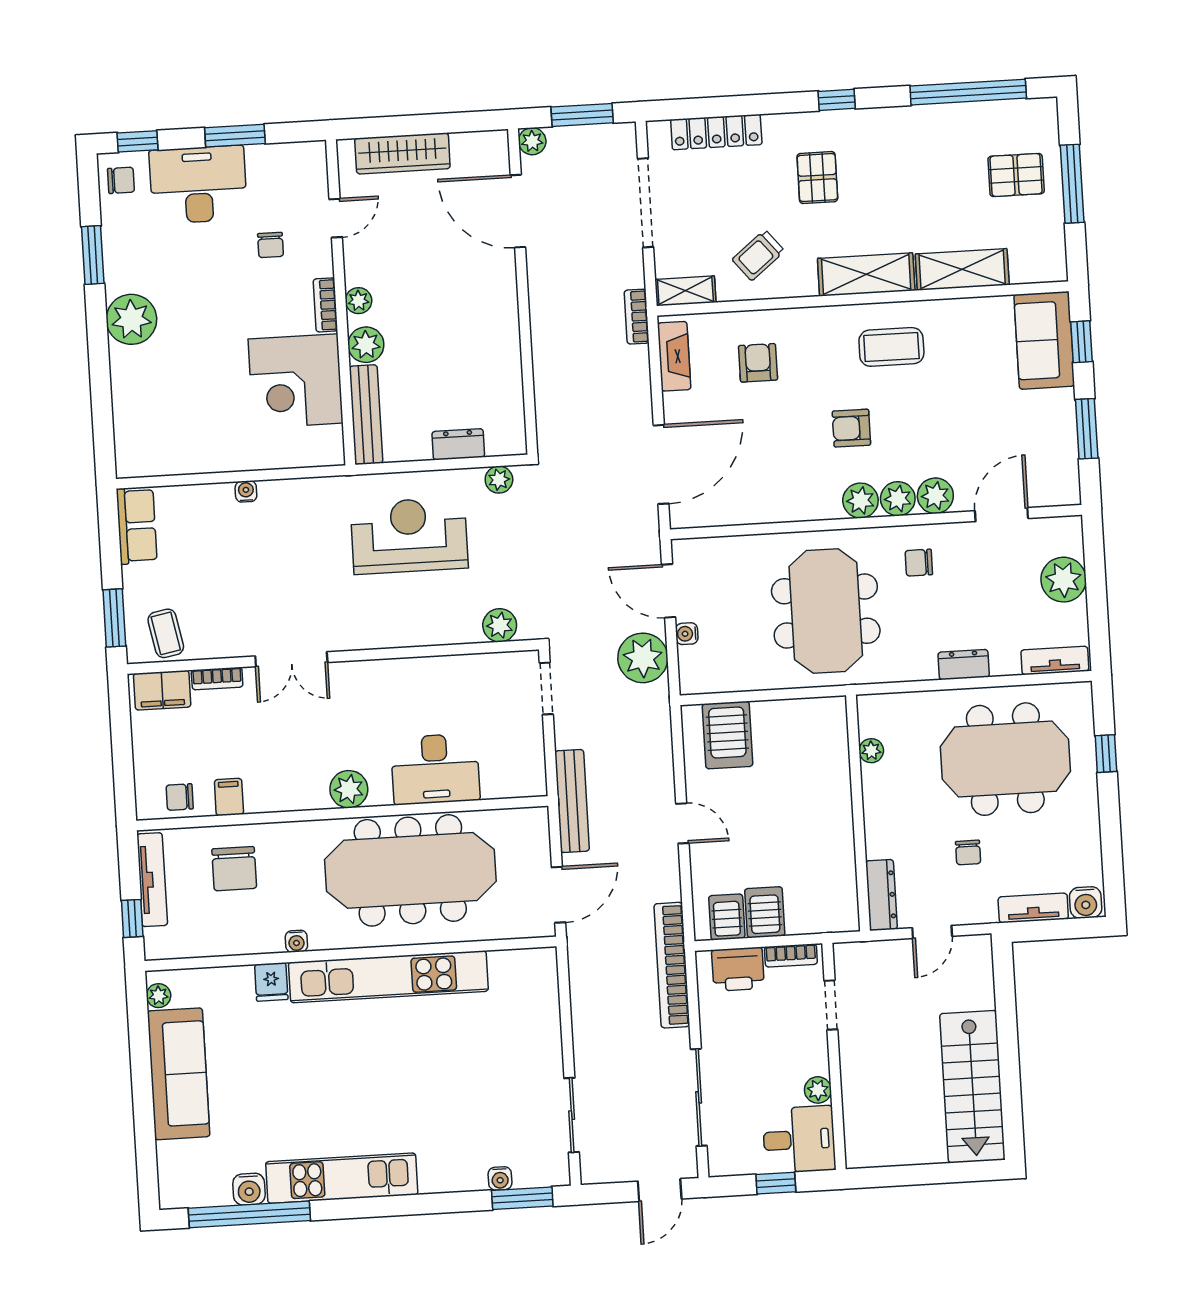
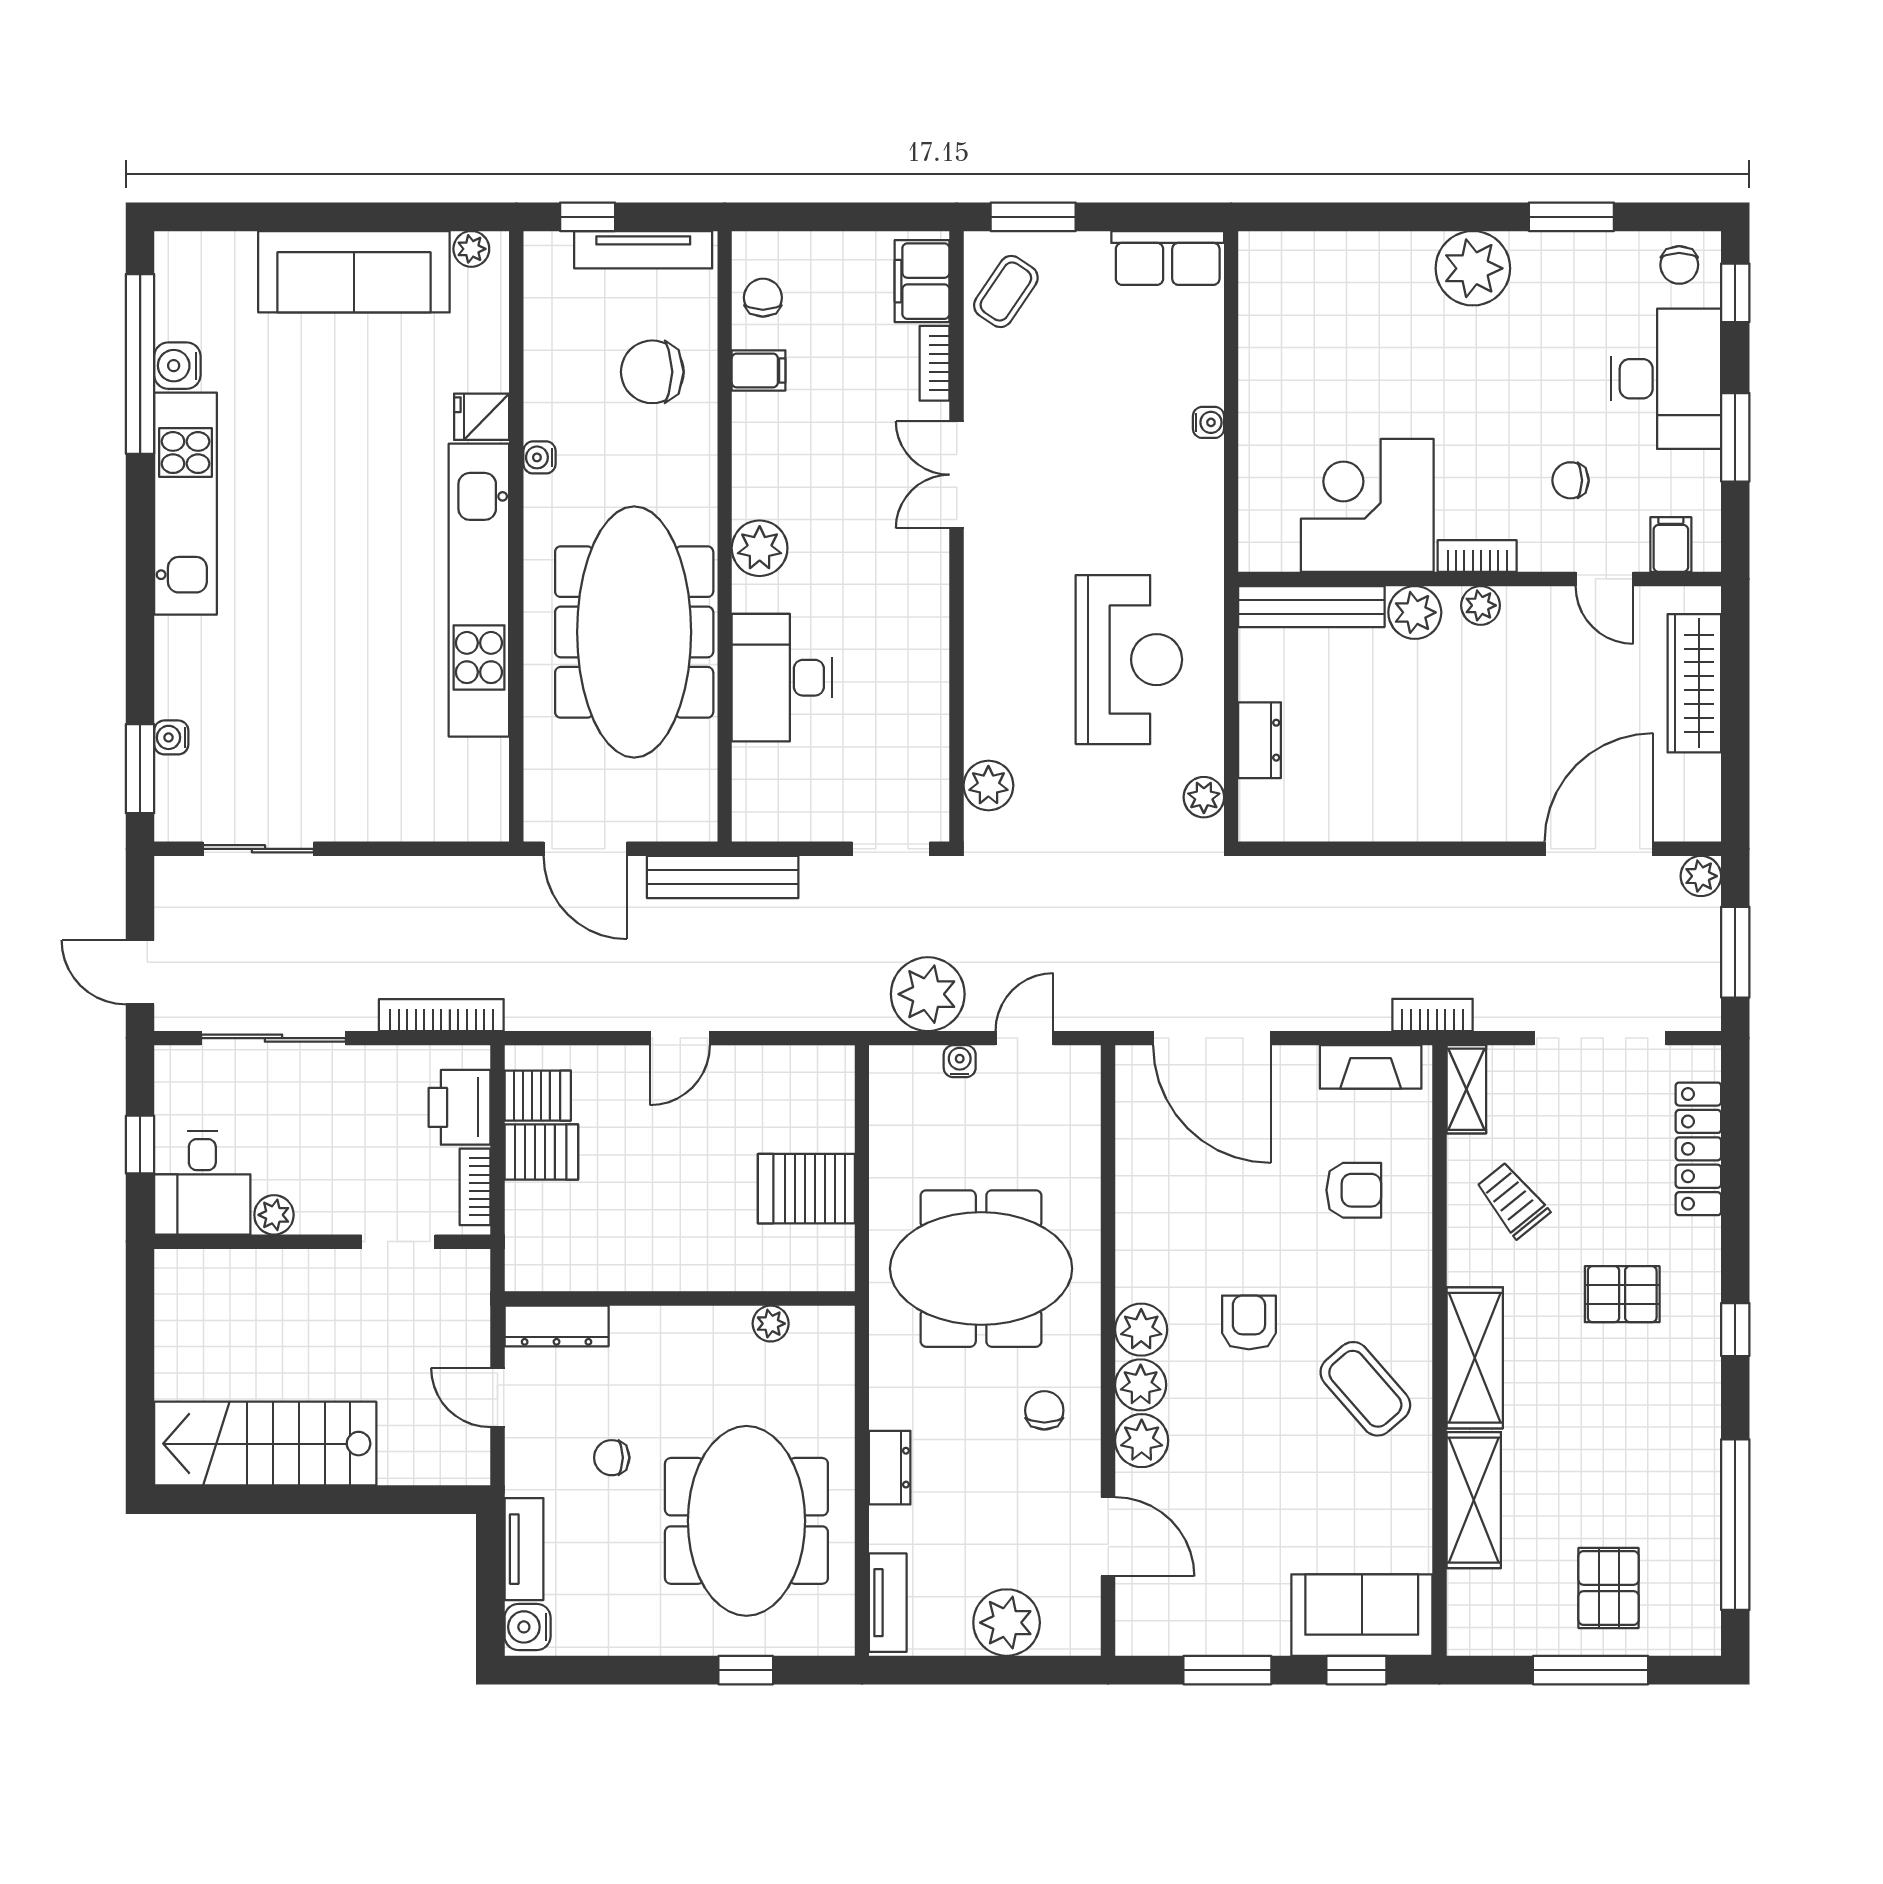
filing cabinet: (310, 175) -> (1671, 545), added
coffee table: (891, 347) -> (1365, 1389), turned -41
door: (669, 591) -> (1024, 1038), width x0.73
coffee table: (166, 633) -> (1006, 291), turned -45
server rack: (728, 735) -> (806, 1189), moved
bookcase: (672, 965) -> (441, 1015), width x0.68, depth x0.76

